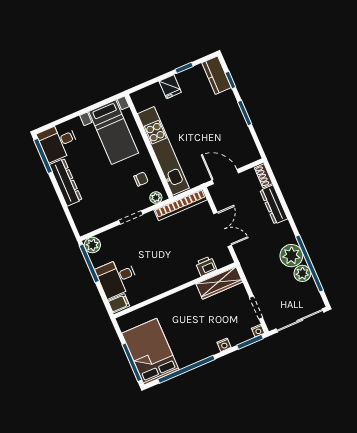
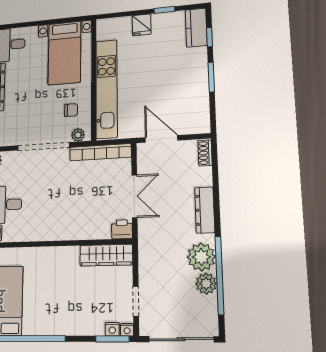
dresser: (274, 205) -> (205, 210), moved
doorway: (131, 217) -> (44, 146), width x1.88
printer: (206, 266) -> (122, 229), moved
nightstand: (224, 345) -> (112, 329), moved

